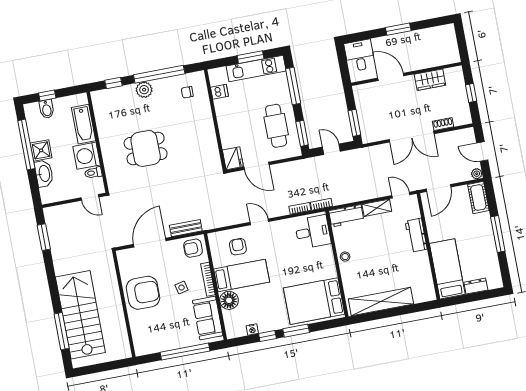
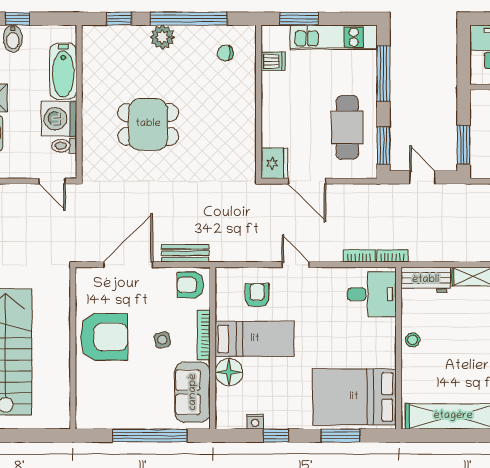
window: (250, 57) -> (299, 19), moved
window: (296, 331) -> (340, 435), moved

